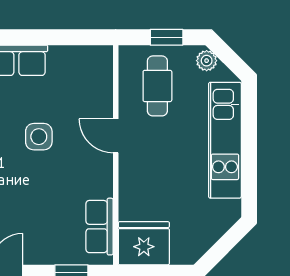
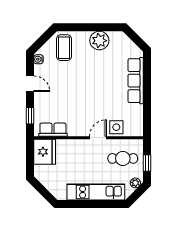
side table: (39, 137) -> (116, 127), moved

